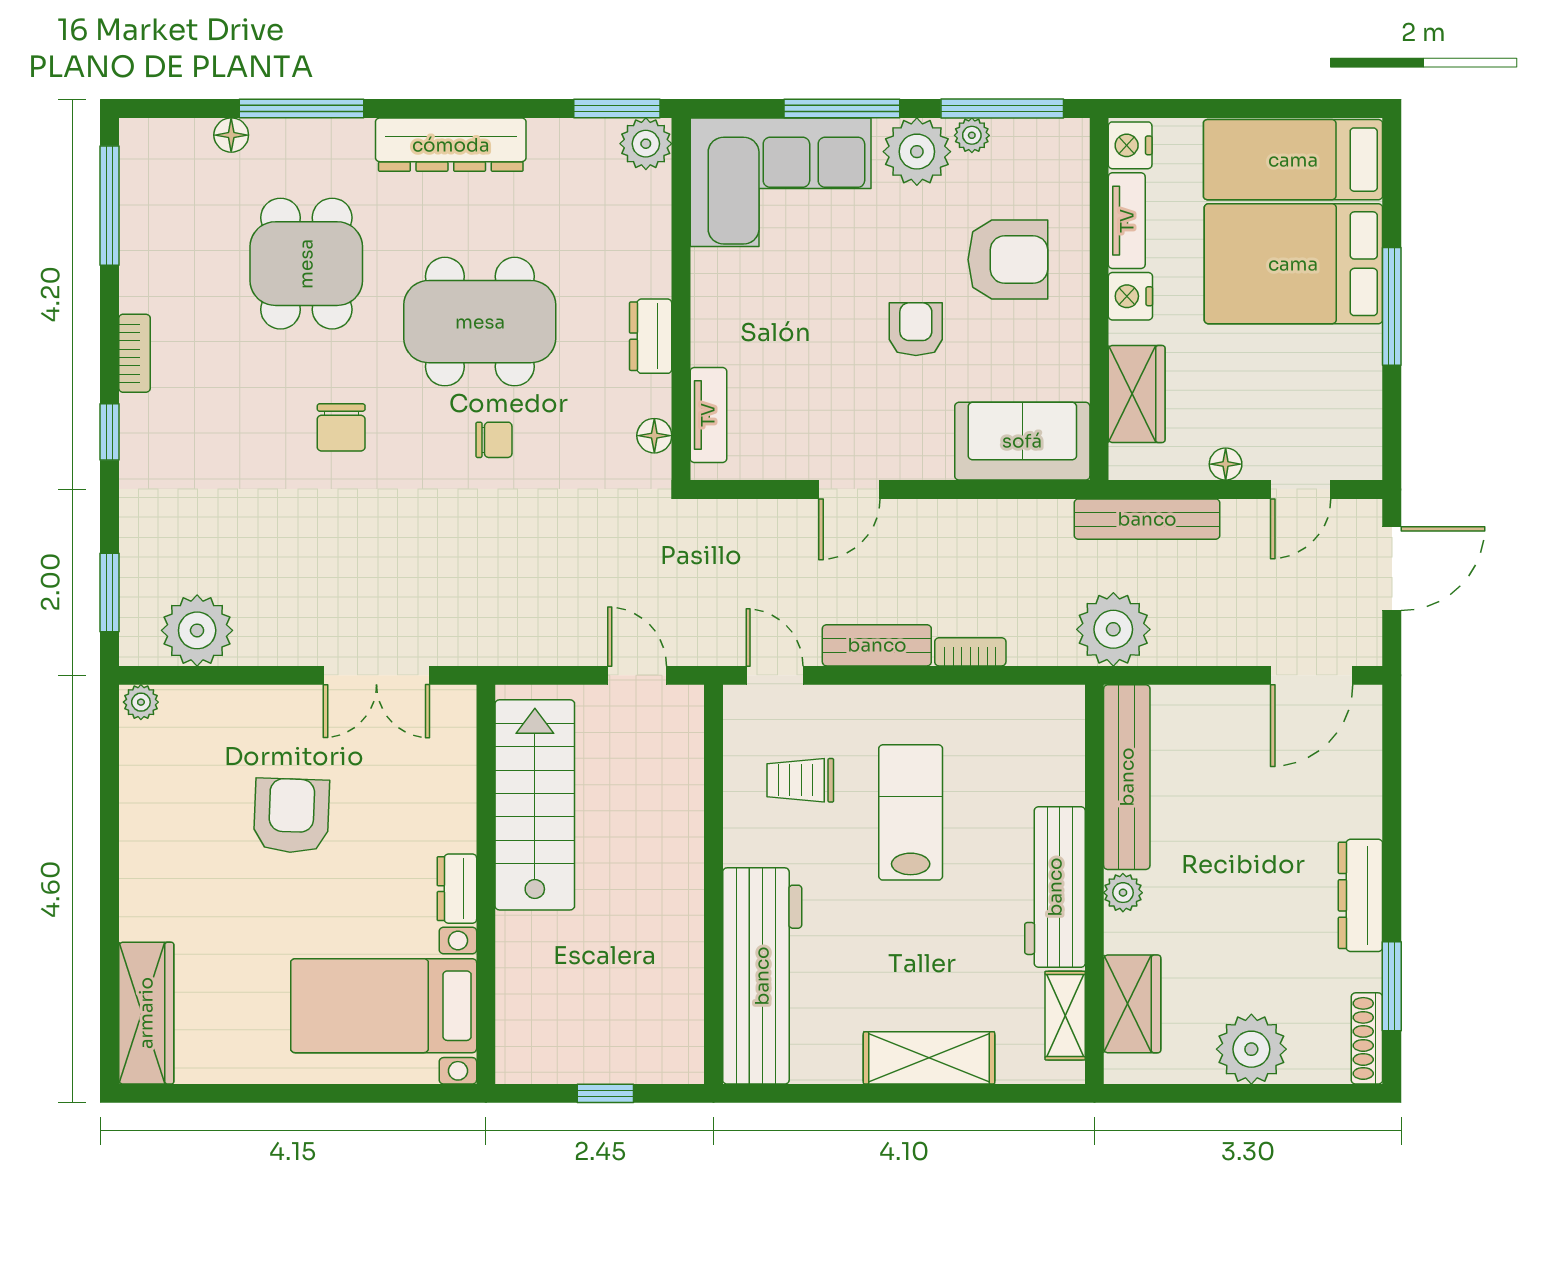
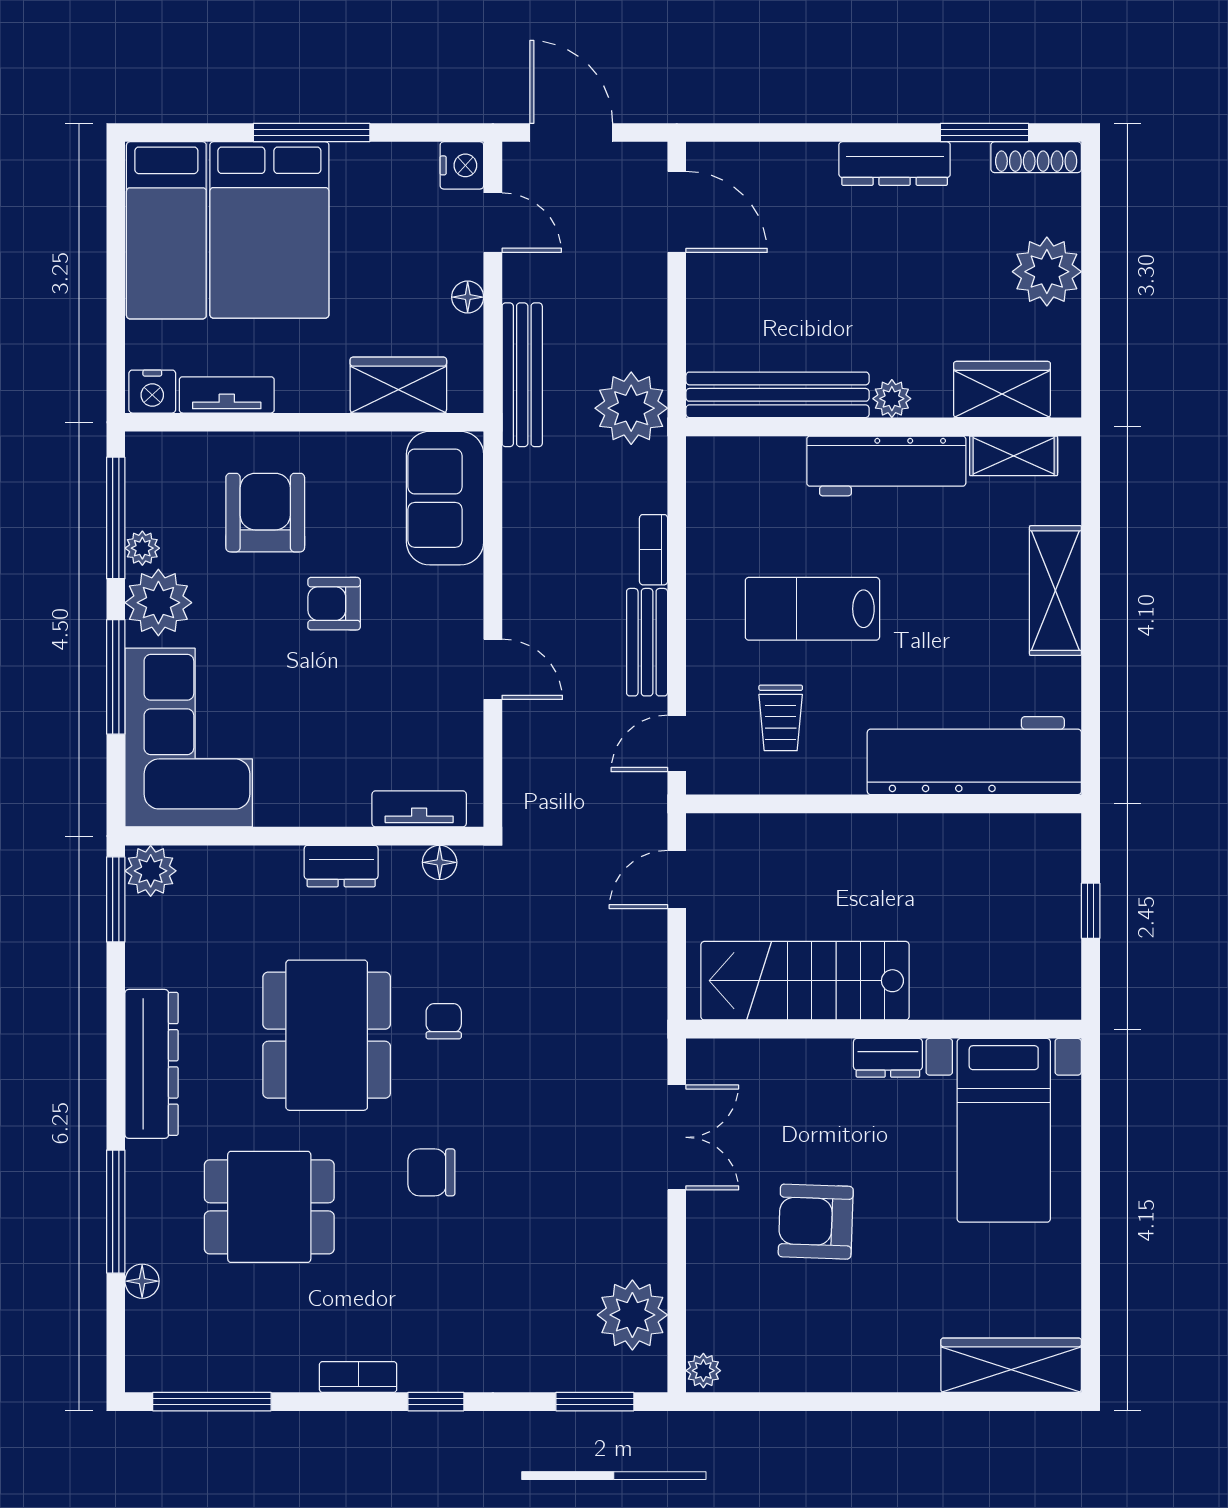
nightstand: (1130, 296) -> (462, 165), moved, turned -90
chair: (341, 427) -> (431, 1172), turned 180

